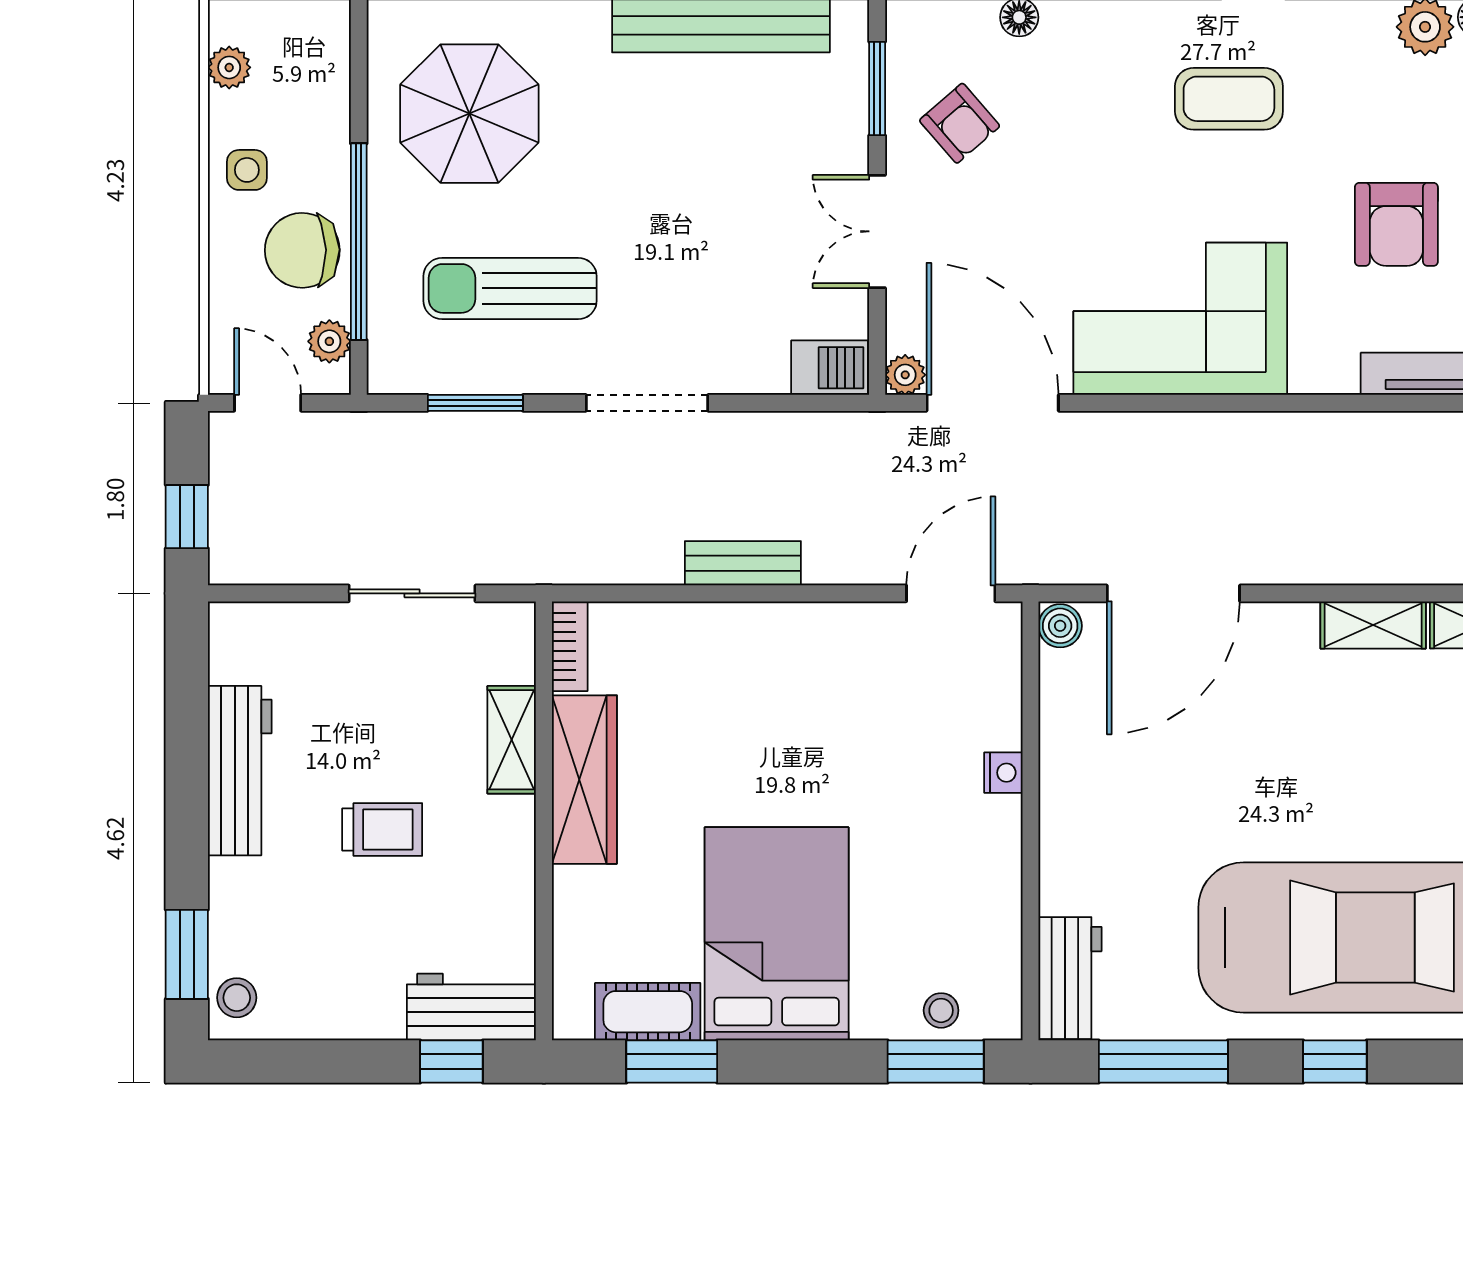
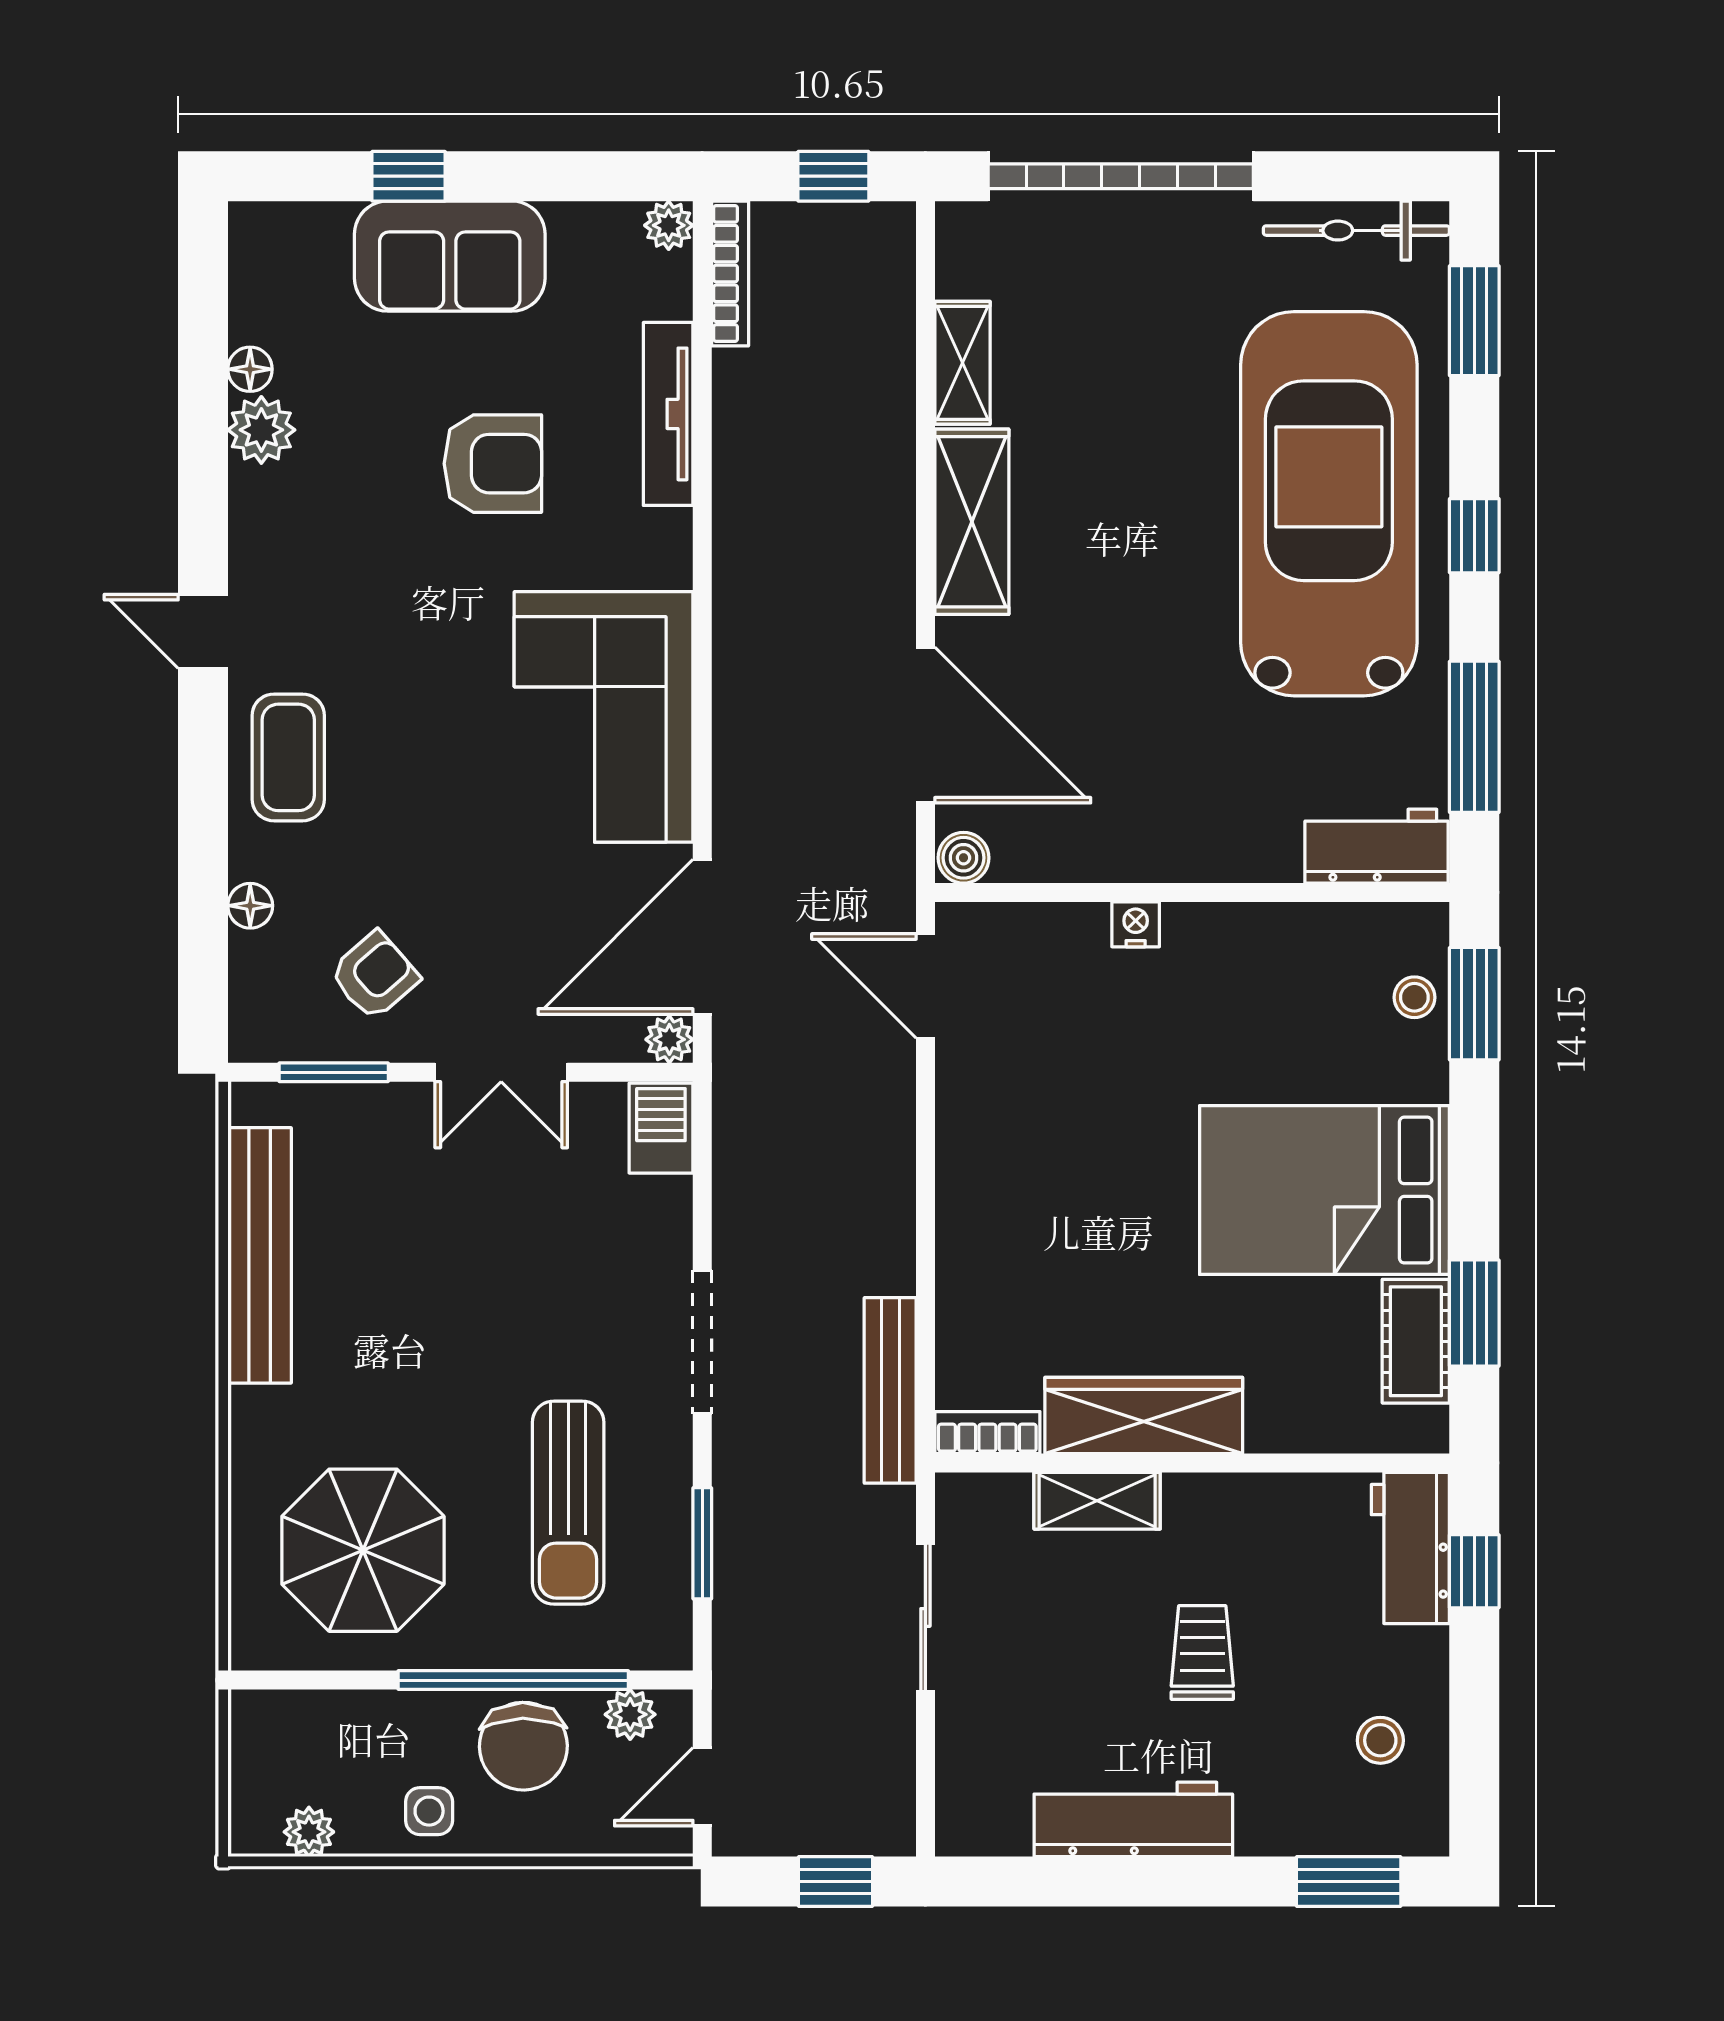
coffee table: (1229, 99) -> (288, 757), moved
bench: (743, 563) -> (890, 1390), moved, width x1.36
shelving: (1373, 625) -> (972, 522), width x1.50, depth x1.33
stool: (237, 998) -> (1380, 1740), moved

